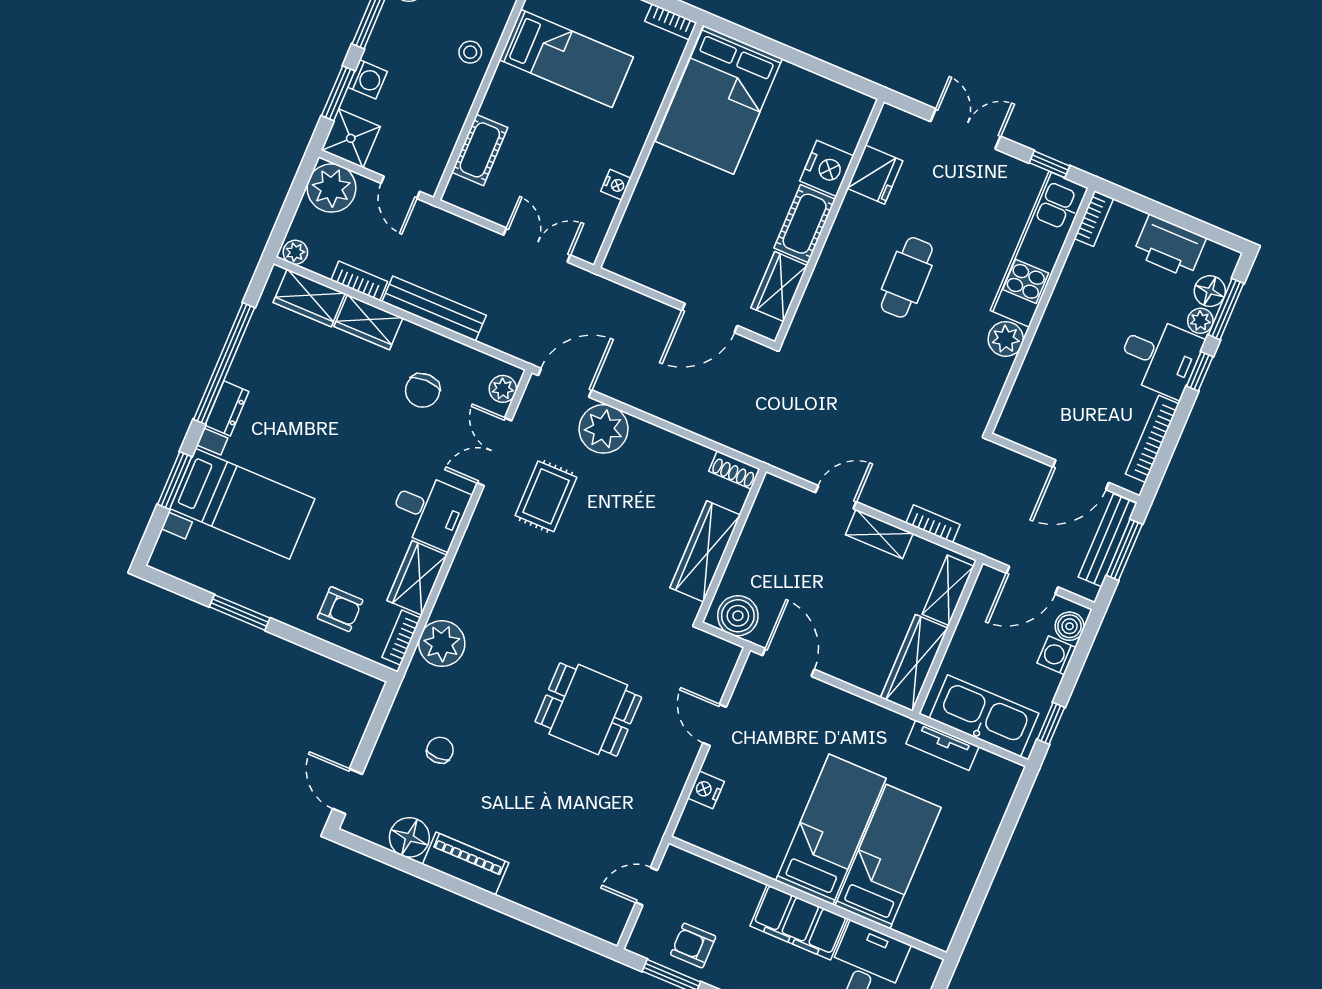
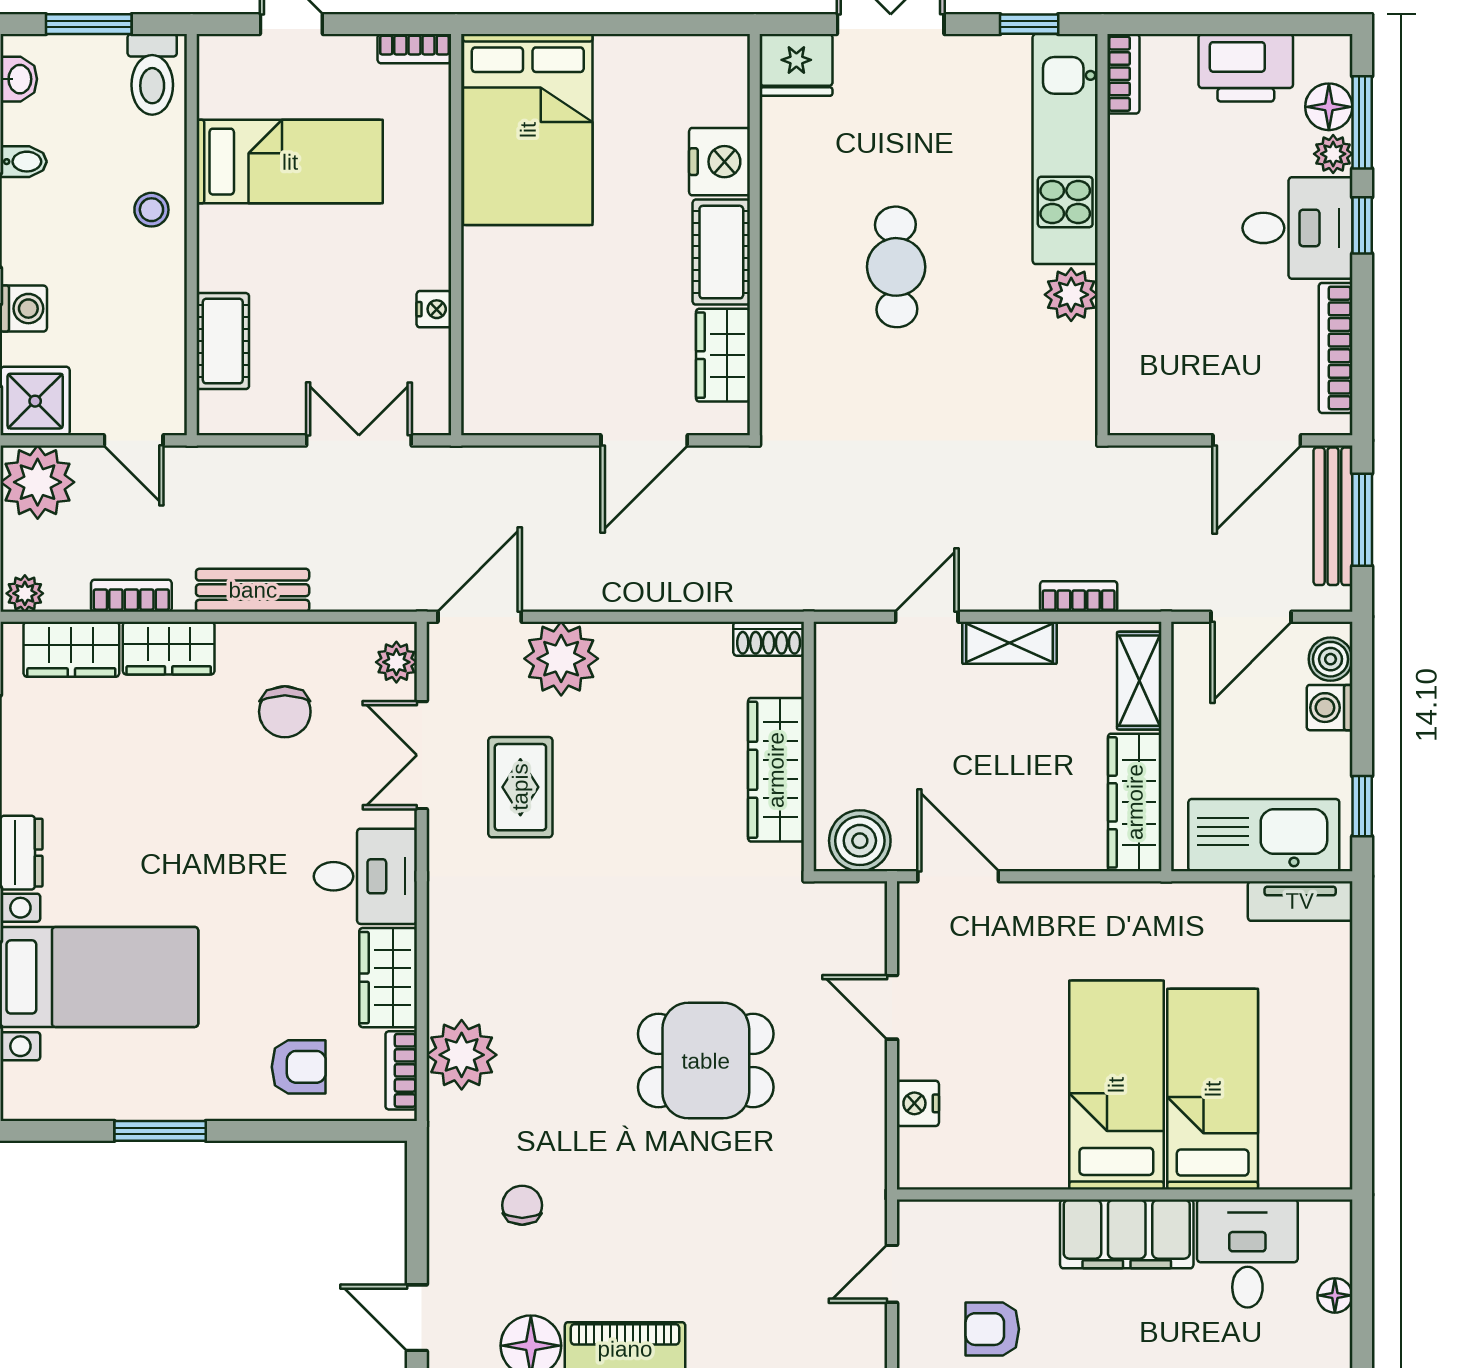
fridge: (875, 175) -> (796, 65), moved, turned 90
bench: (434, 309) -> (253, 590), width x0.73
tv unit: (942, 745) -> (1300, 901), moved

